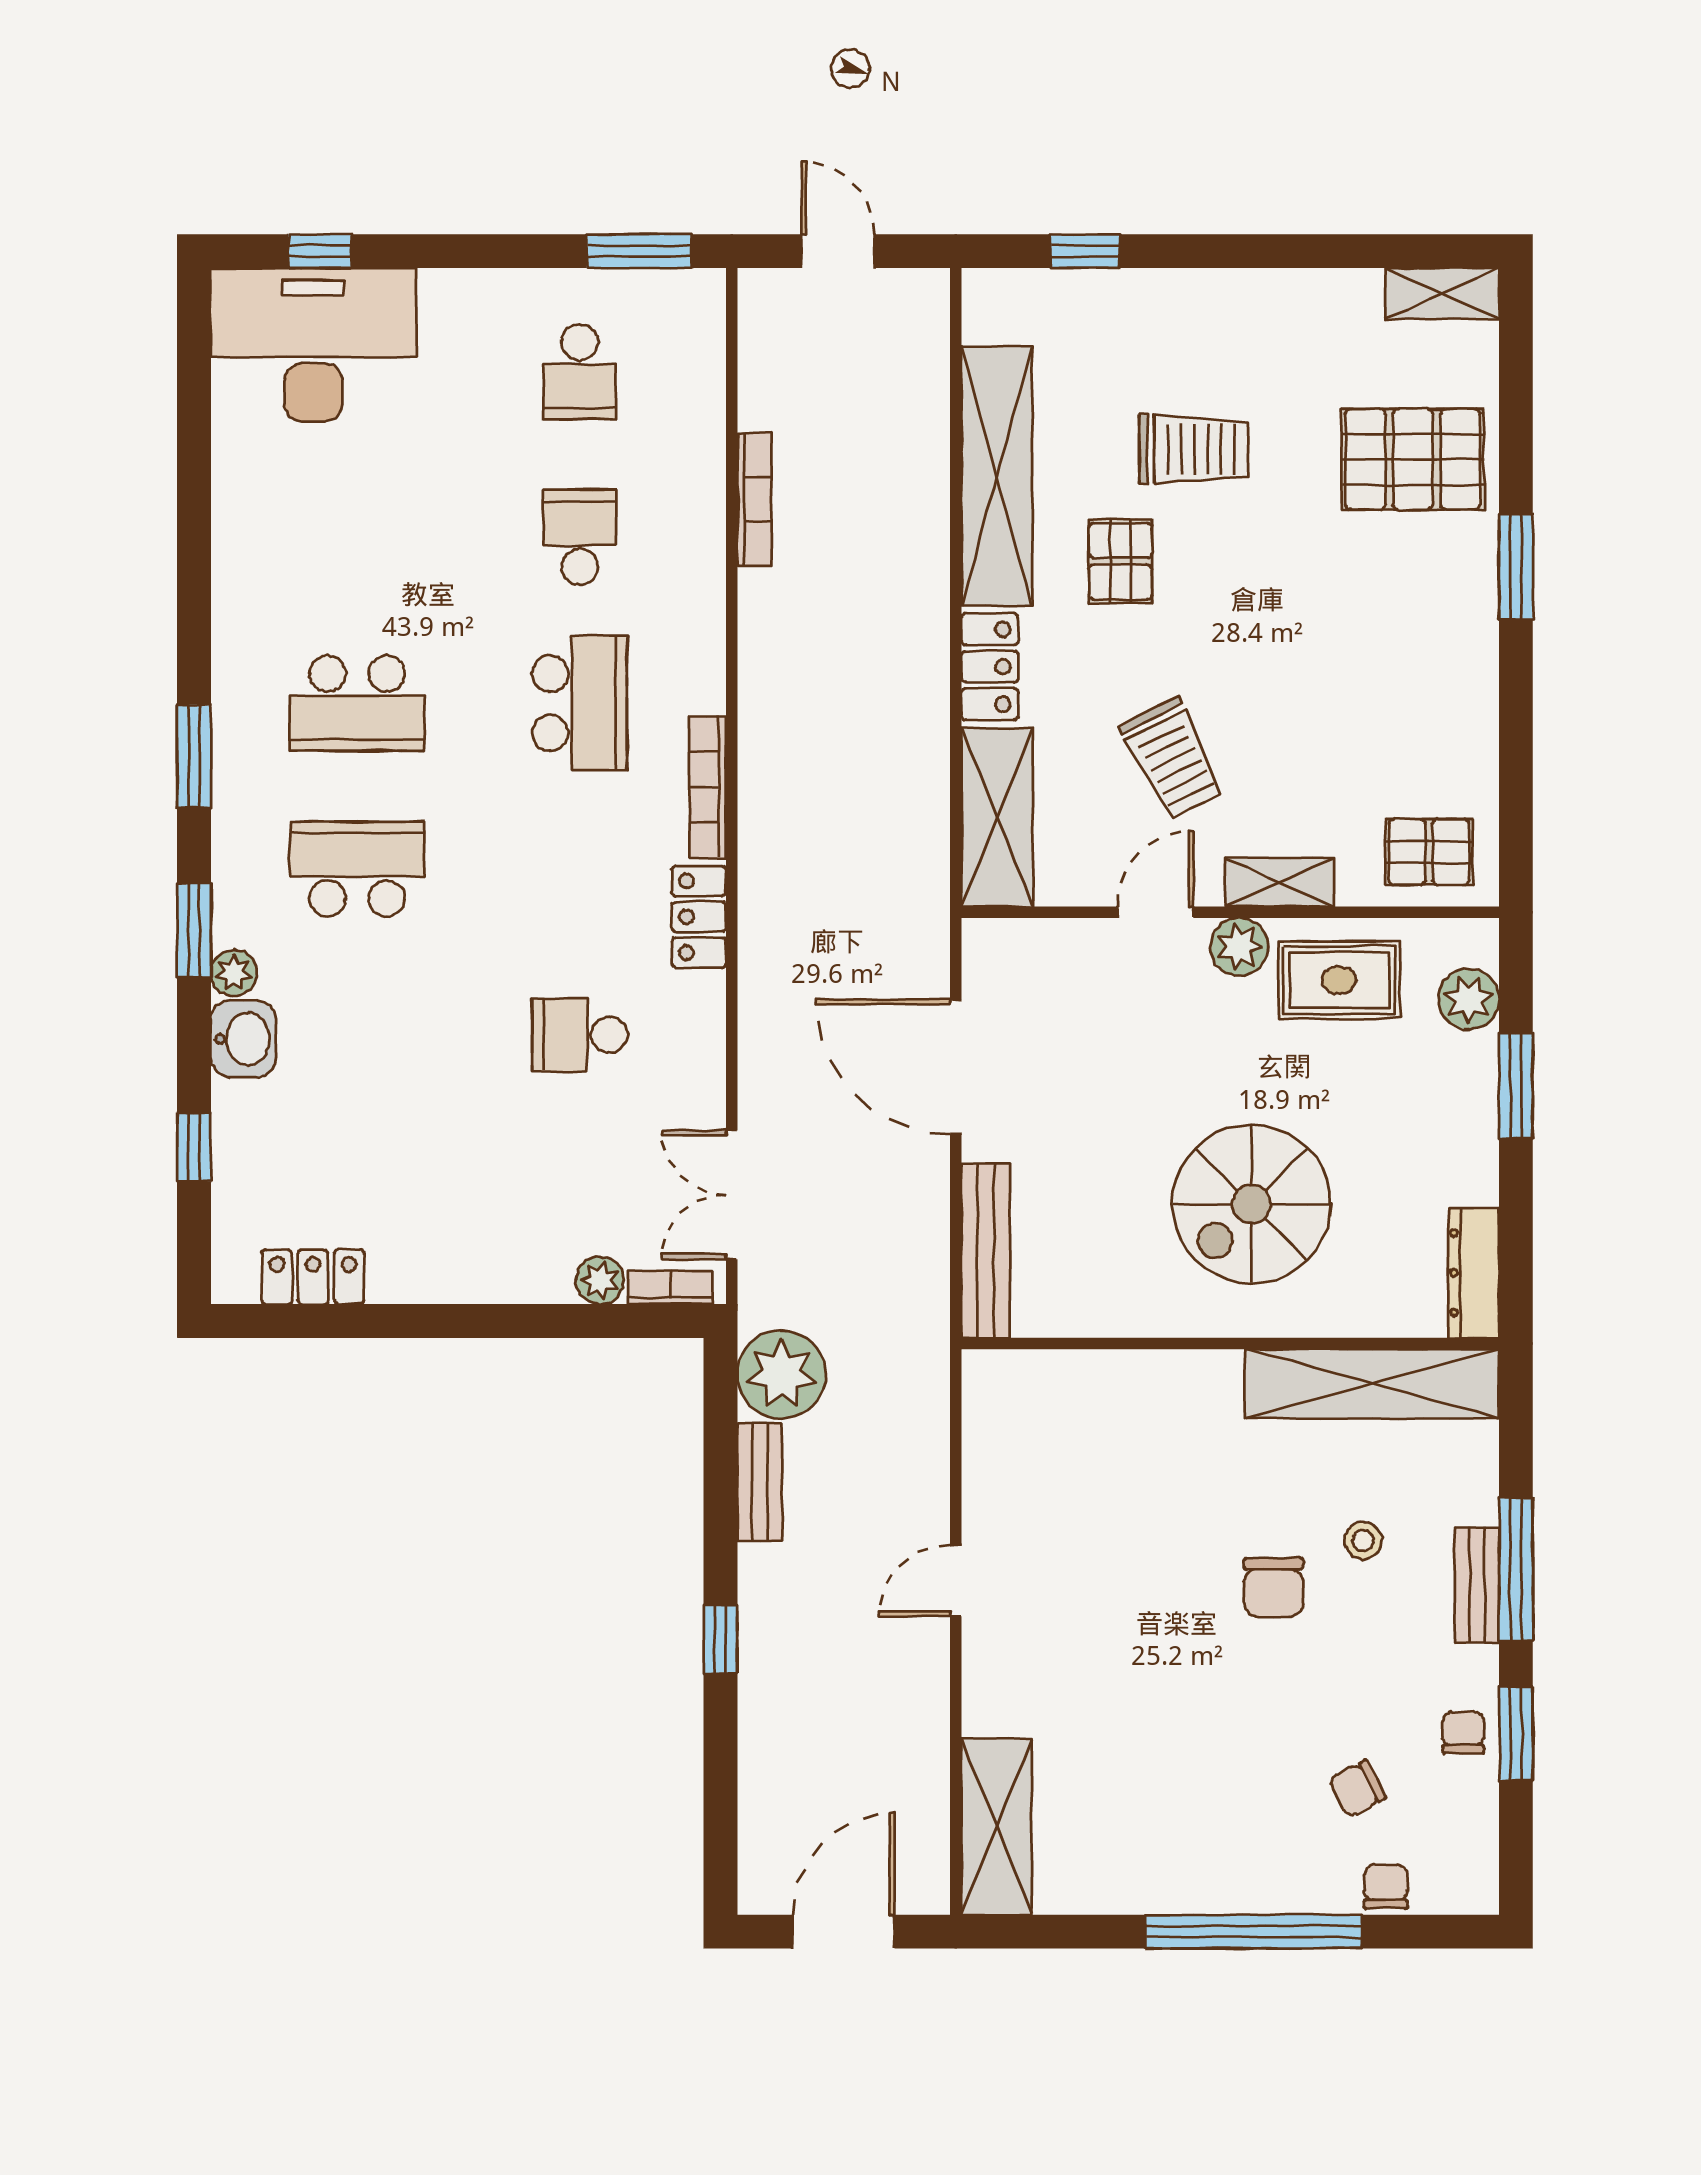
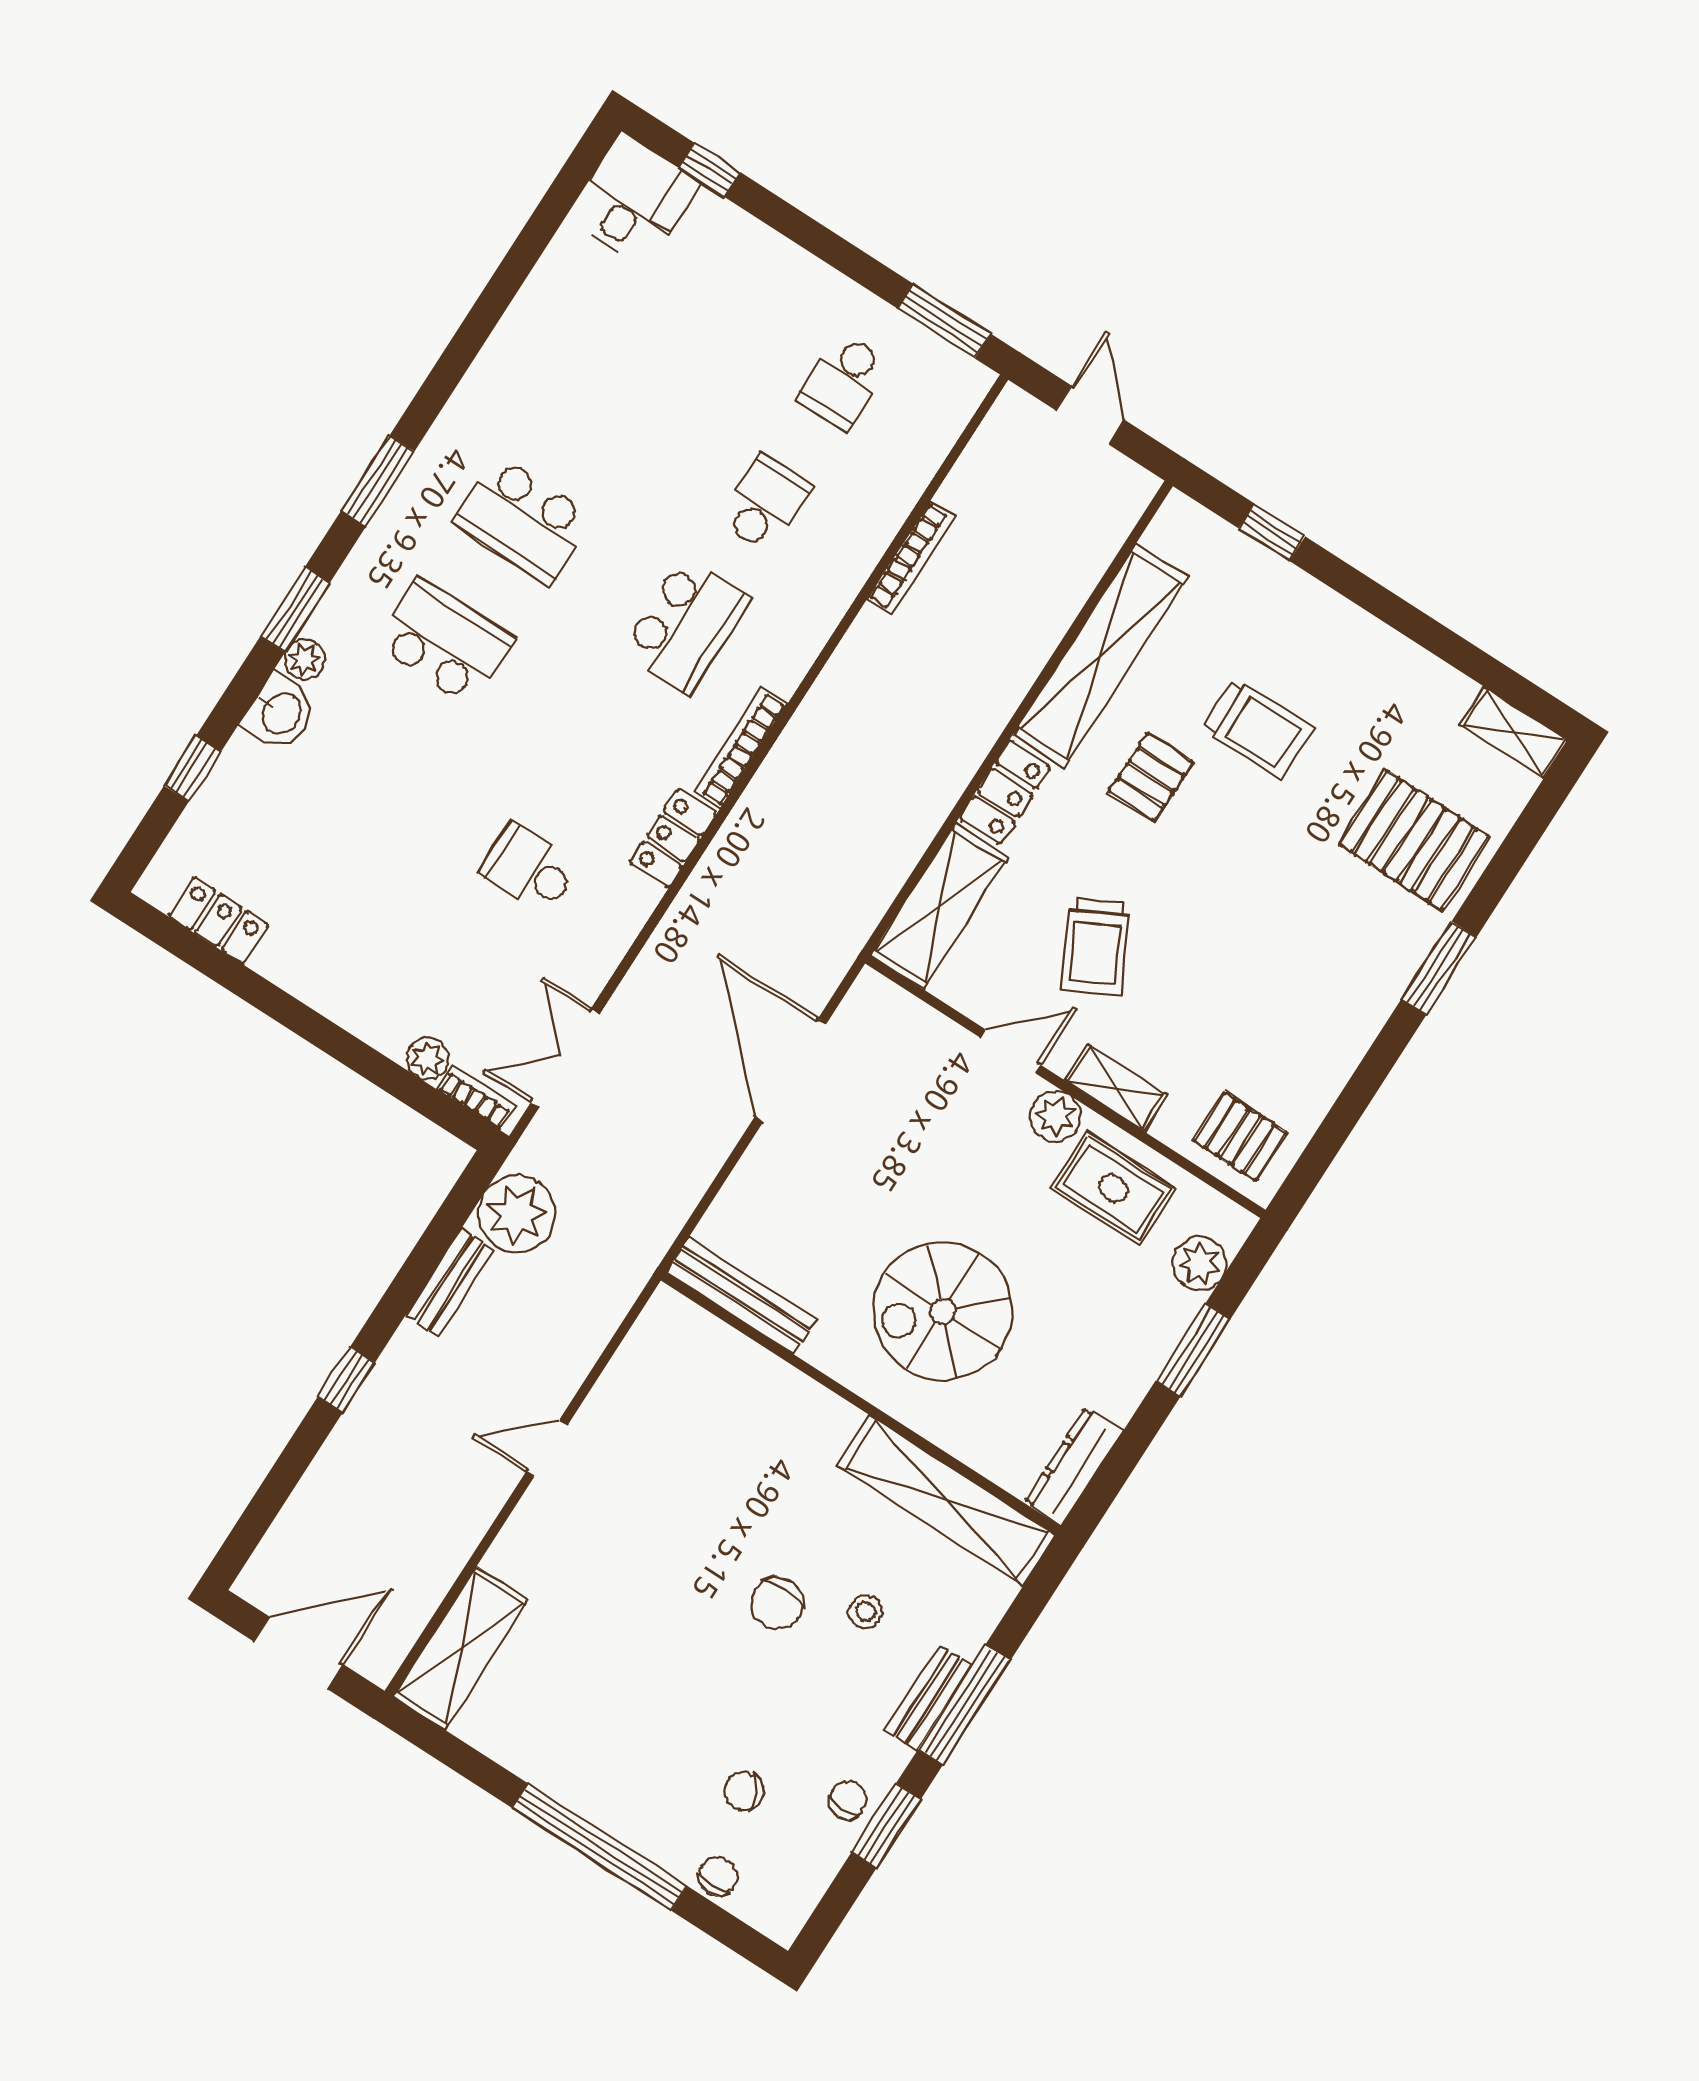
desk: (313, 345) -> (634, 200), width x0.53, depth x0.77
bench: (986, 1251) -> (742, 1296), moved, turned 90

